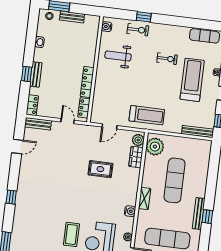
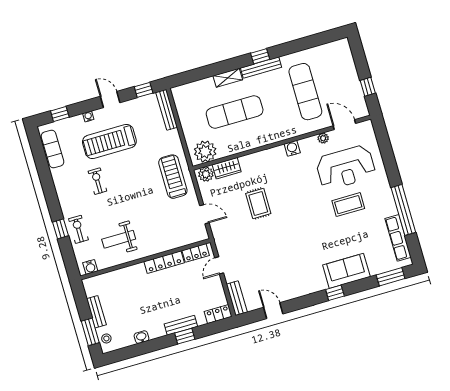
weight bench: (118, 56) -> (119, 239), turned 90
shelving: (144, 199) -> (228, 78), moved
sofa: (24, 212) -> (346, 271), added

